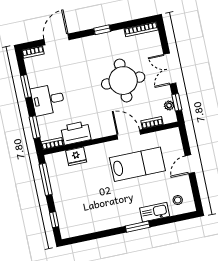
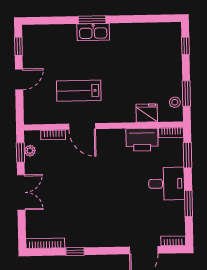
window: (102, 30) -> (75, 251), moved
round table: (123, 81) -> (77, 189), removed
lab bench: (137, 164) -> (79, 91), width x0.73, depth x0.72
window: (46, 179) -> (186, 93), width x0.69
window: (196, 192) -> (18, 46), added
stool: (178, 200) -> (175, 102), moved
kitchen sink: (155, 212) -> (93, 32), moved

